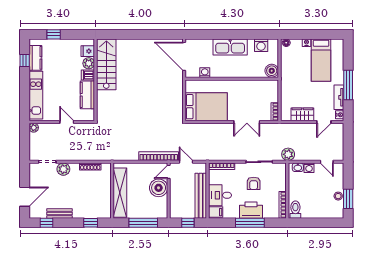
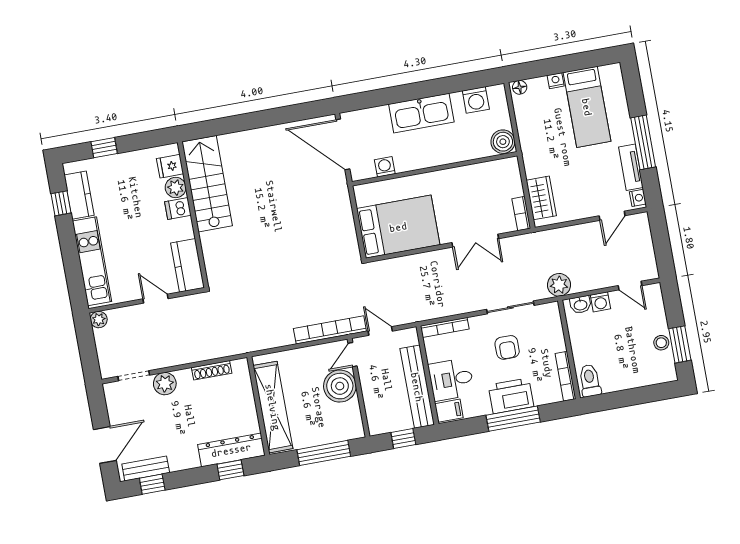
kitchen counter: (87, 95) -> (187, 265), moved
wardrobe: (302, 114) -> (541, 198), moved, turned 90
dresser: (93, 212) -> (231, 450), added
bench: (60, 213) -> (146, 468), moved

